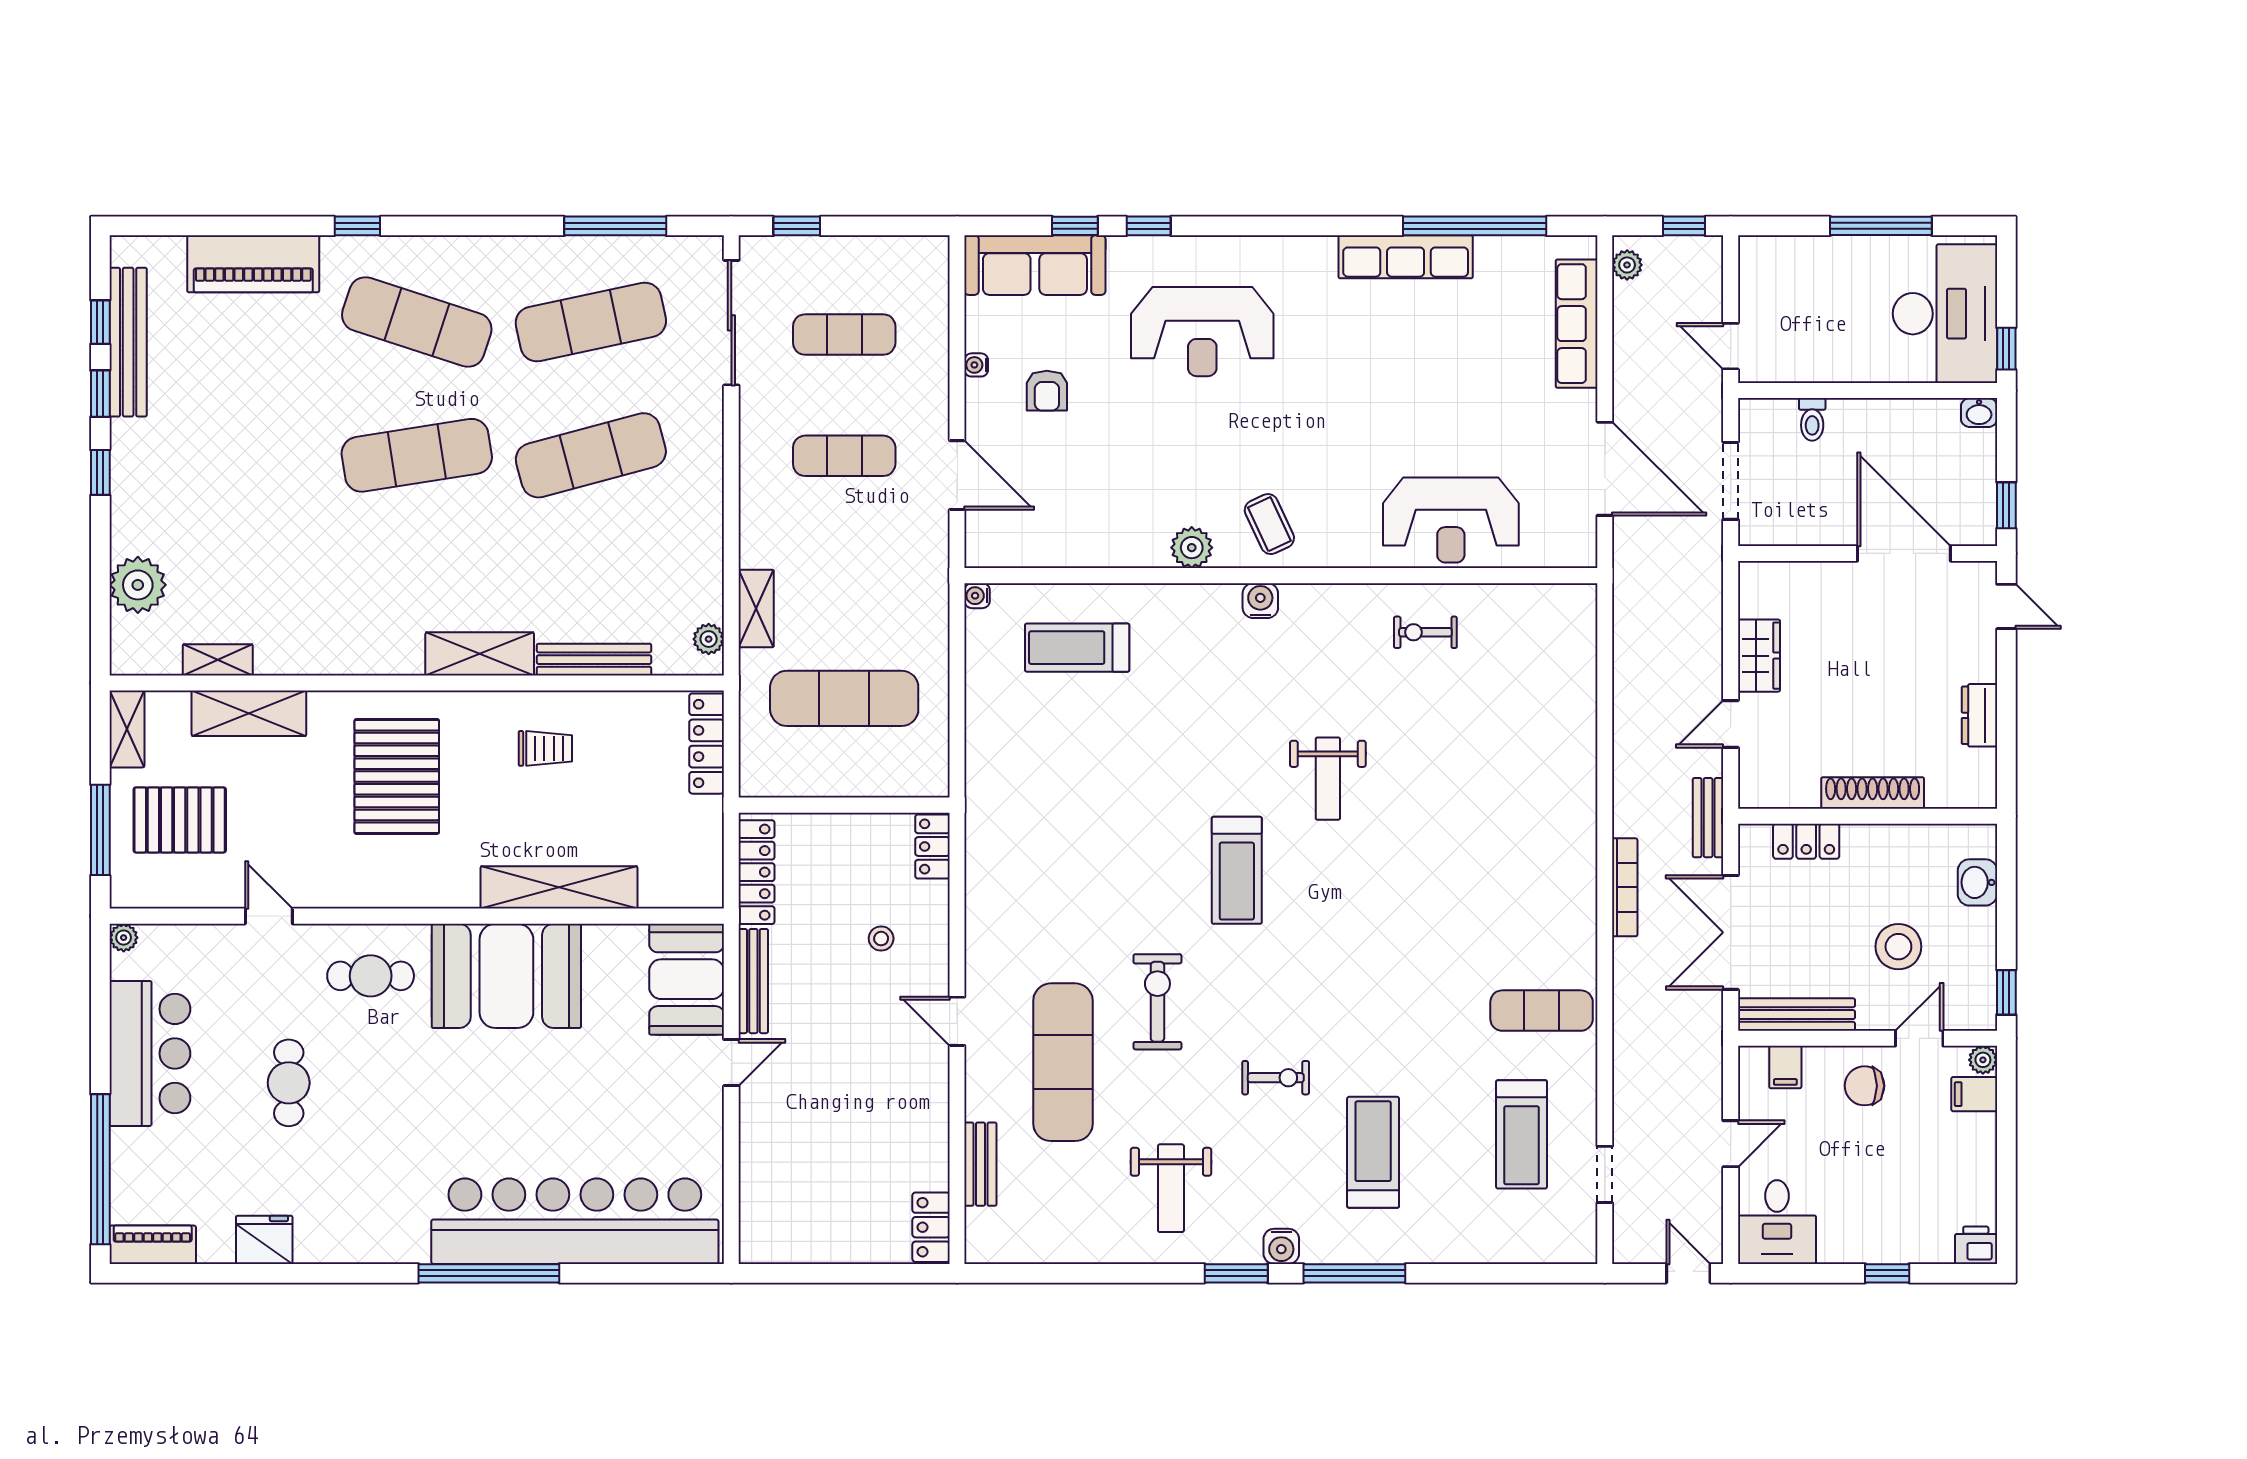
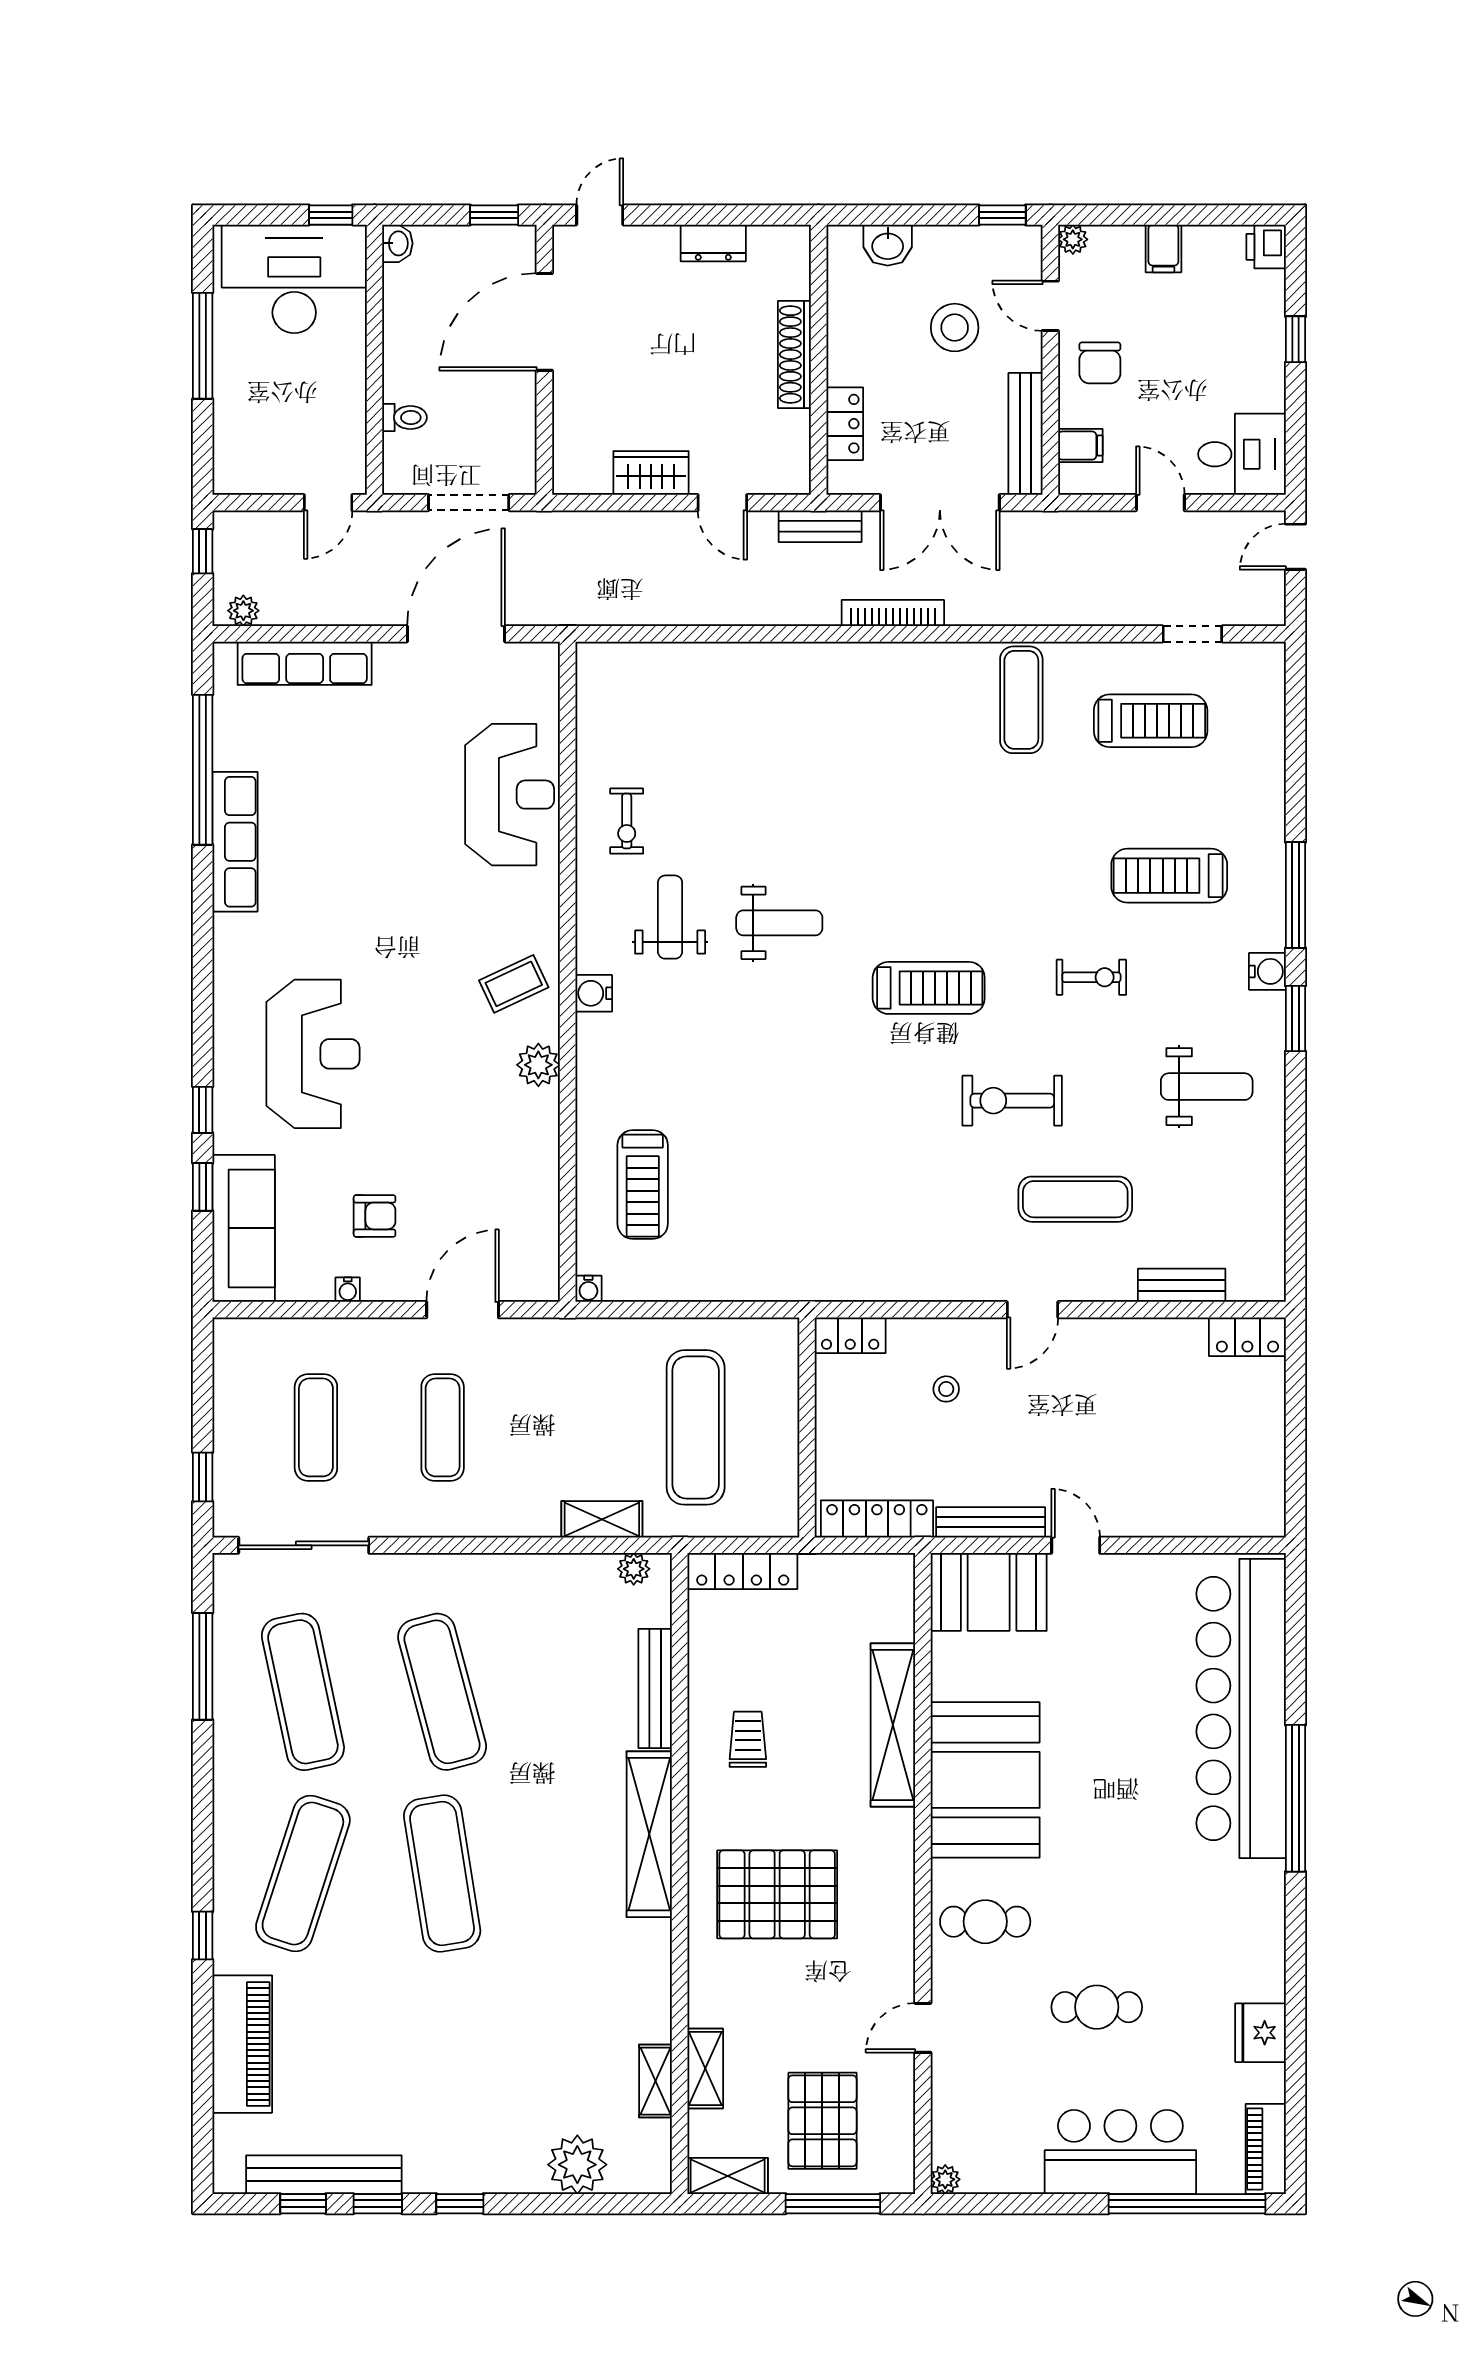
shelving: (480, 654) -> (649, 1834), width x1.47
weight bench: (1333, 674) -> (670, 917), added
shelving: (249, 713) -> (705, 2068), width x0.67, depth x0.75
treadmill: (1237, 870) -> (929, 988), moved
cafe table: (371, 976) -> (985, 1922), turned 90
bar counter: (150, 1053) -> (1120, 2152), moved
exercise mat: (1063, 1062) -> (1075, 1199), width x0.73, depth x0.69
exercise bike: (1276, 1078) -> (1091, 977), turned 90
filing cabinet: (1974, 1094) -> (1163, 248), moved

